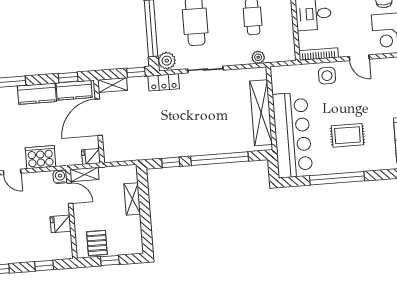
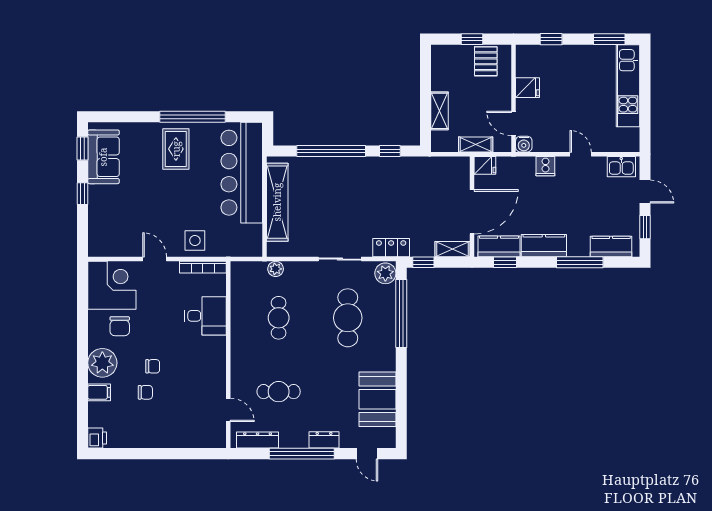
rug: (347, 135) -> (176, 149), moved, turned 90
cooker: (40, 157) -> (545, 166), width x0.53, depth x0.76
shelving: (84, 174) -> (476, 145), moved

